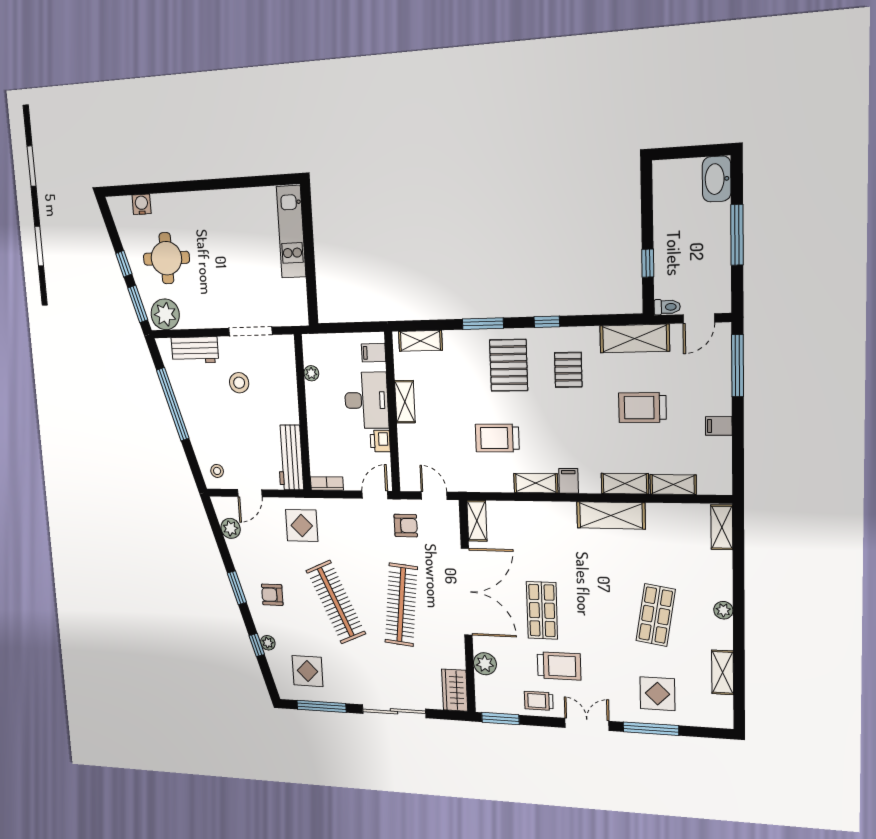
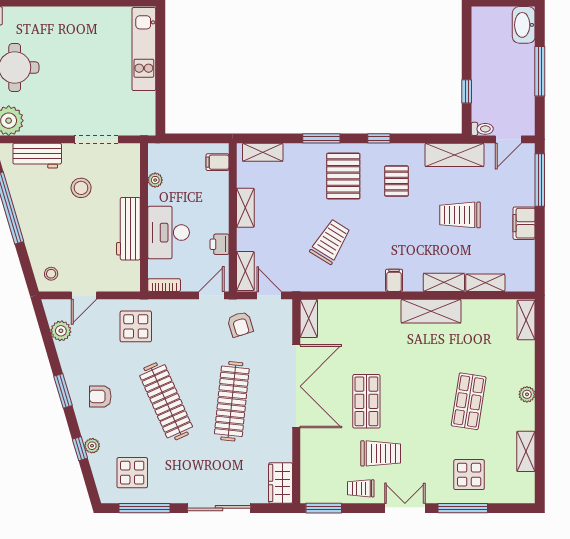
desk: (366, 400) -> (169, 233), moved, turned 180
filing cabinet: (719, 426) -> (524, 223), width x2.00
trolley: (497, 438) -> (330, 242), turned 122
workbench: (290, 457) -> (128, 229), moved
shelving: (536, 483) -> (245, 271), moved, turned 90
armchair: (406, 526) -> (240, 324), turned 73
plant: (485, 664) -> (311, 455), removed

